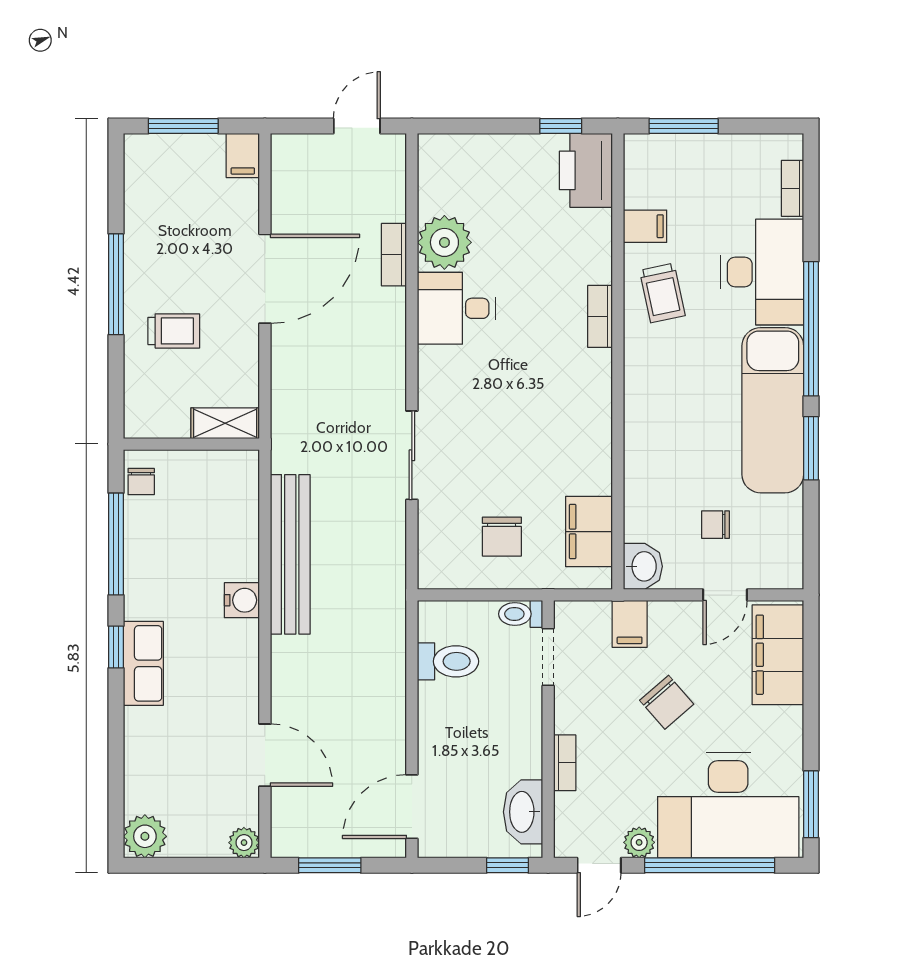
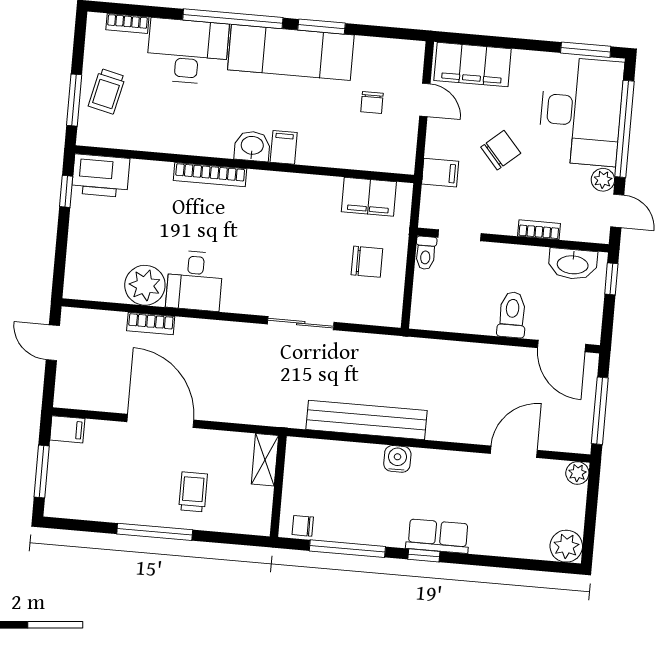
filing cabinet: (645, 226) -> (284, 147), moved
trolley: (662, 293) -> (107, 91), moved, turned 115
bookcase: (600, 316) -> (210, 175), width x1.56
chair: (141, 482) -> (303, 526), turned 180
washbasin: (643, 566) -> (252, 146), moved
toilet: (448, 661) -> (512, 315), moved
window: (330, 865) -> (600, 411), width x1.44

